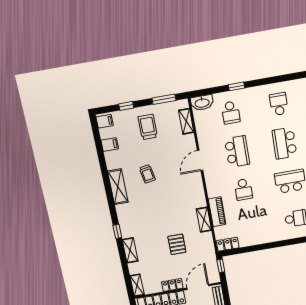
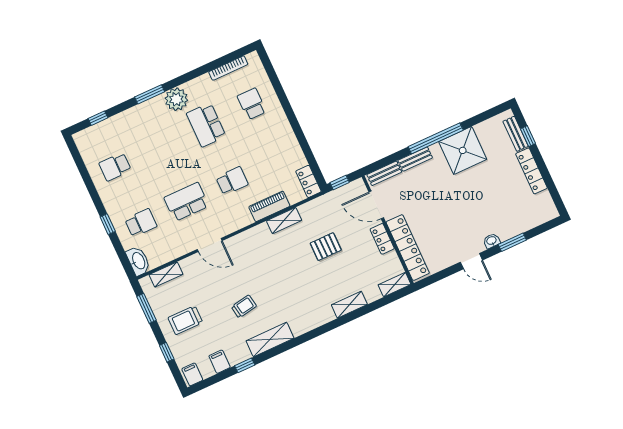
school desk: (285, 143) -> (161, 146), removed
window: (117, 231) -> (245, 365), moved

